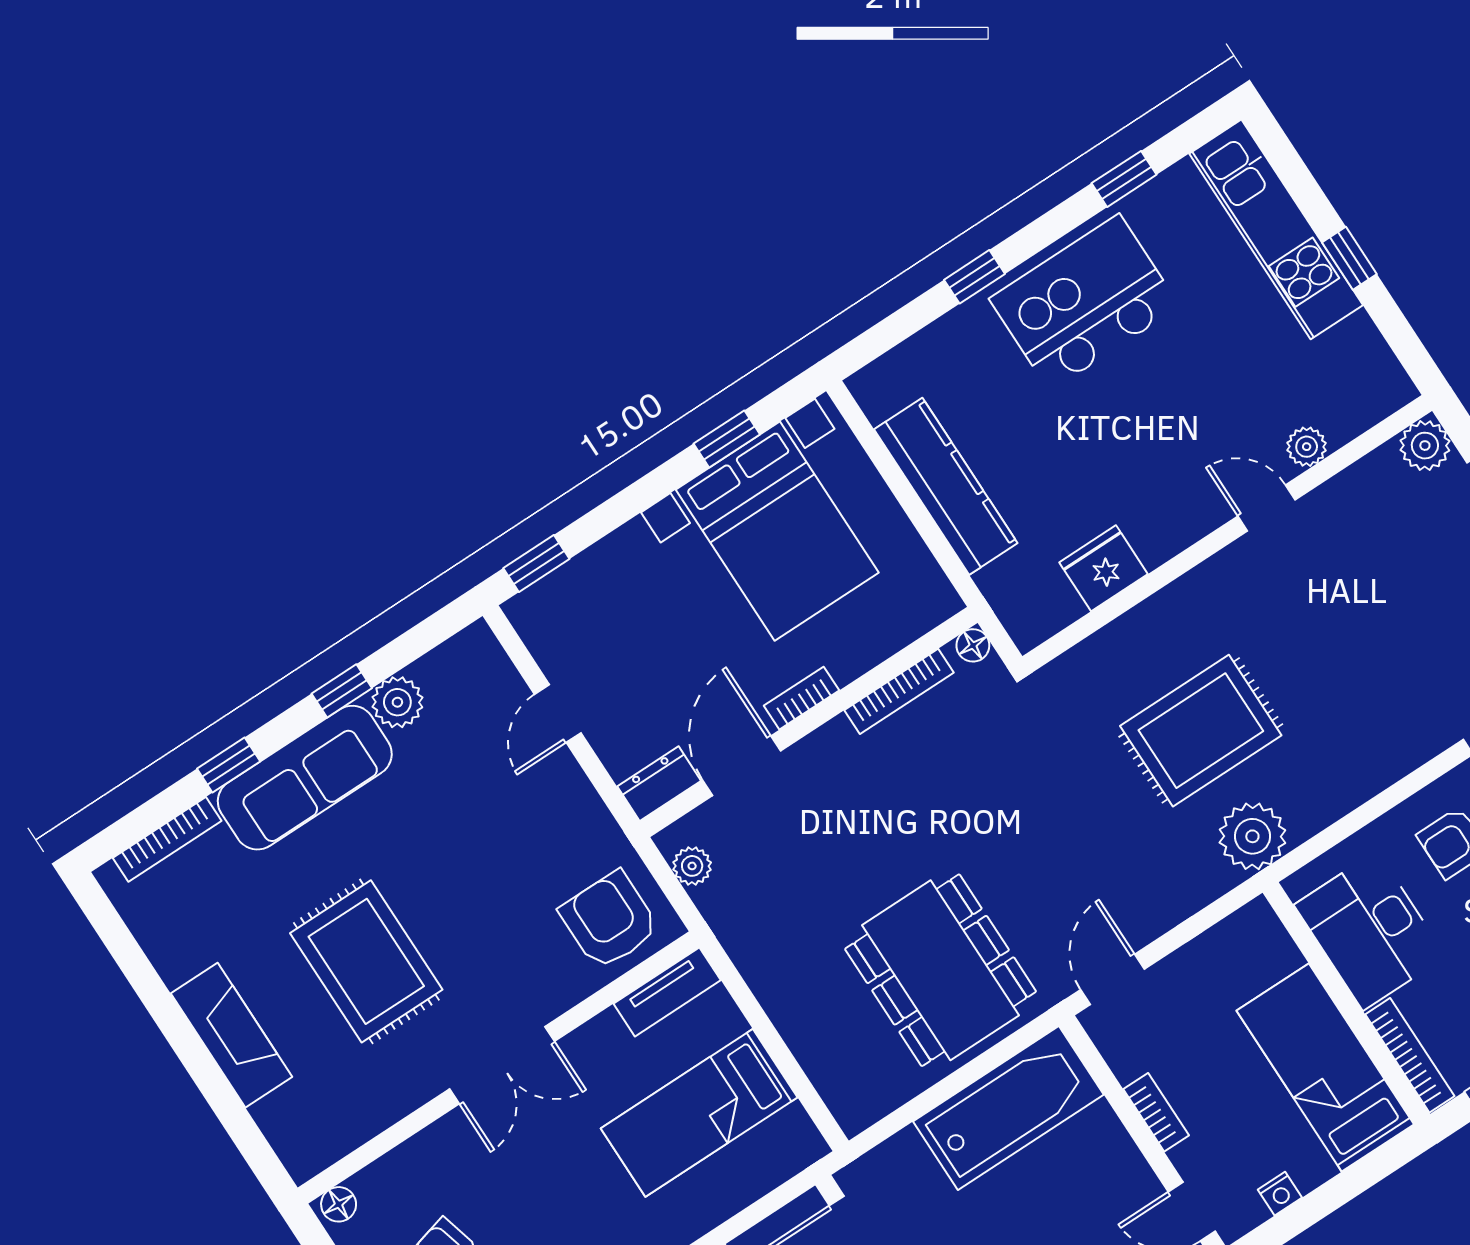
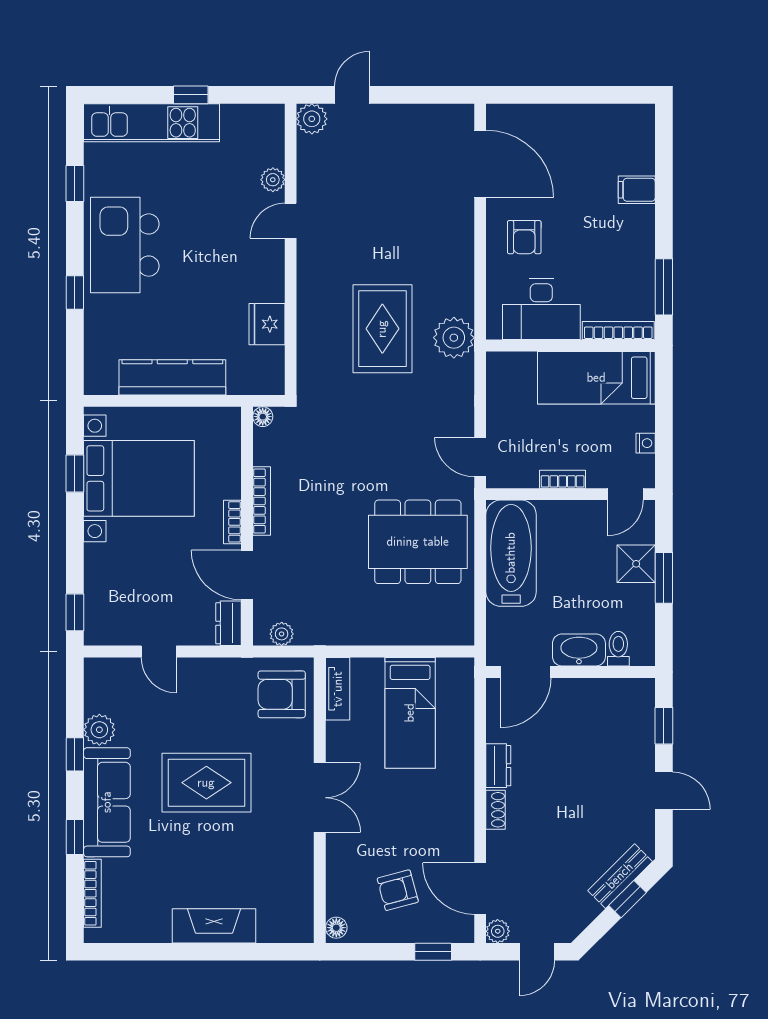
bookcase: (899, 691) -> (262, 501), moved
rug: (366, 961) -> (206, 783), moved

